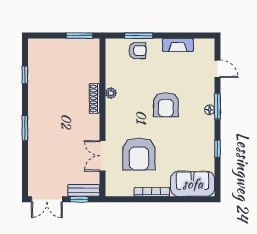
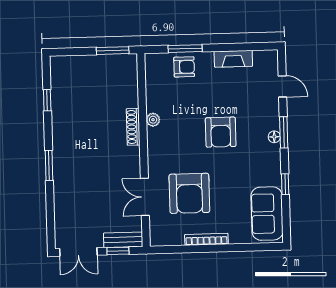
sofa: (193, 184) -> (267, 214), moved, turned -90

